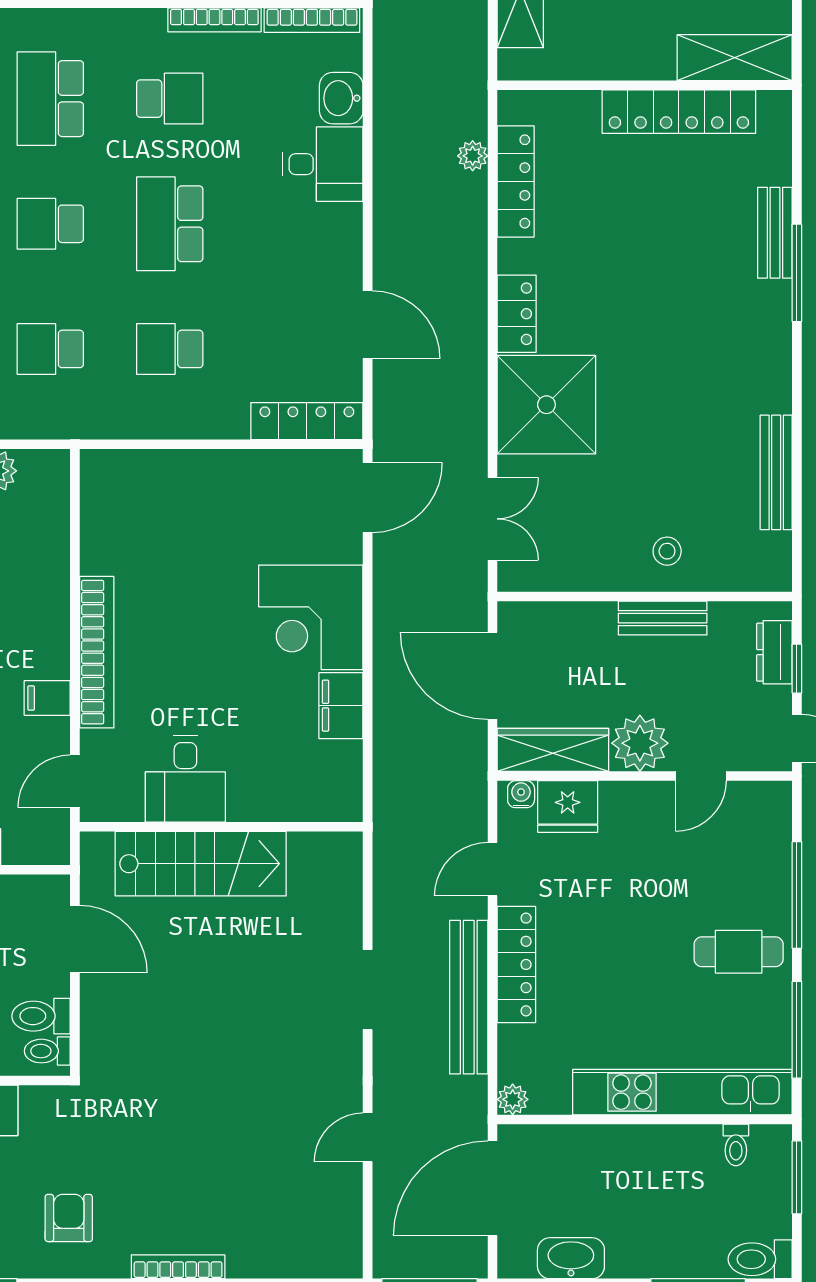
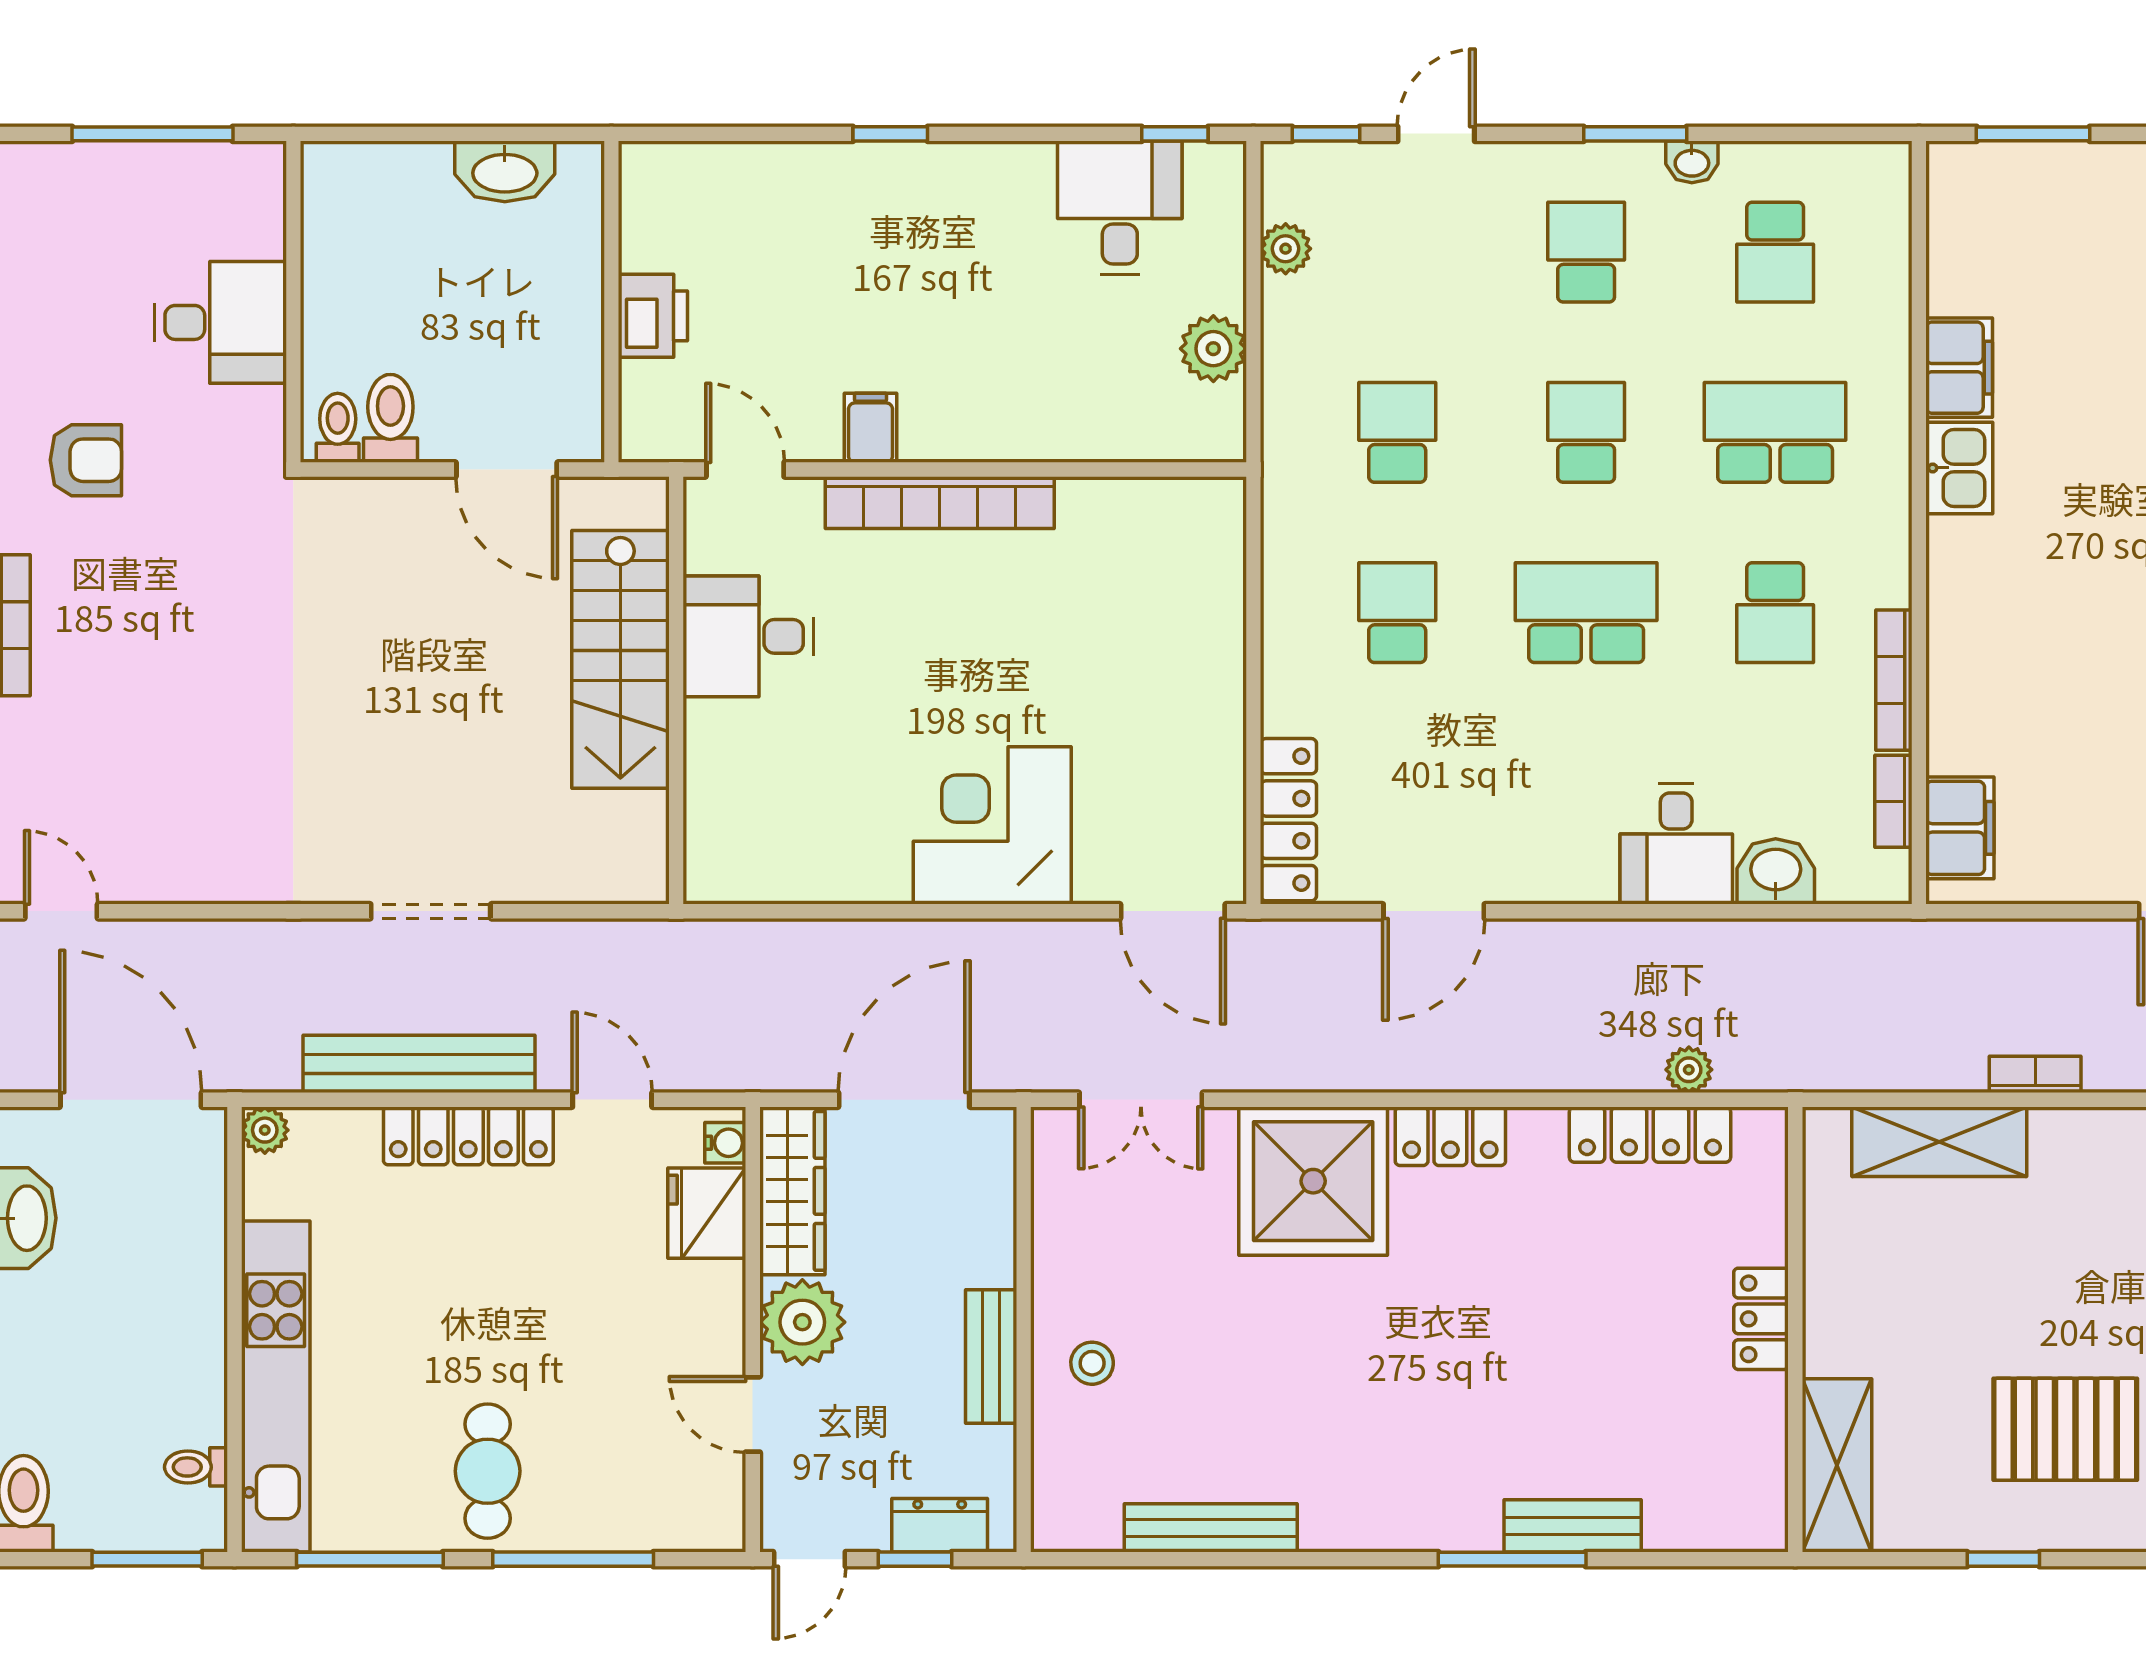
bookcase: (312, 20) -> (1893, 801), width x0.64
locker: (679, 112) -> (1761, 1319), width x0.46, depth x0.83
filing cabinet: (341, 706) -> (859, 871), removed
door: (75, 939) -> (507, 470), hinge flipped
door: (368, 1137) -> (61, 911), moved

